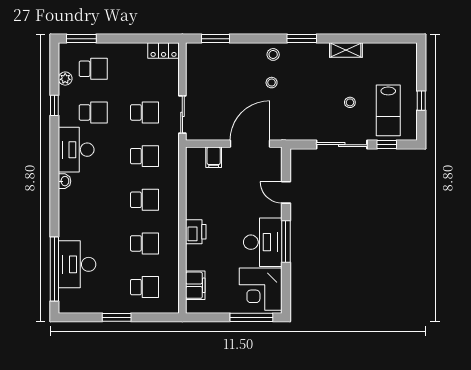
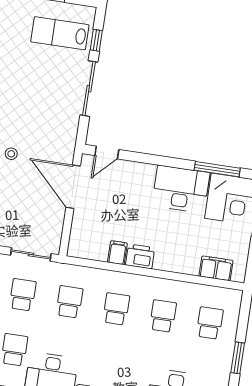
stool: (350, 102) -> (45, 73), removed
lab bench: (388, 110) -> (60, 33), turned 180
filing cabinet: (214, 157) -> (117, 253), moved, turned -90
door: (286, 192) -> (107, 152), moved
printer: (196, 232) -> (140, 256), moved
window: (286, 241) -> (217, 169), moved

